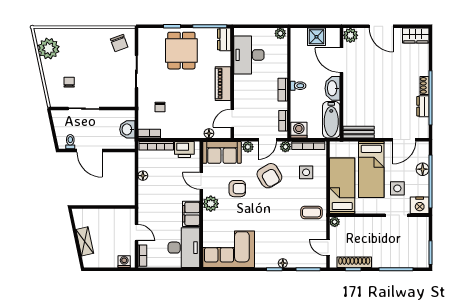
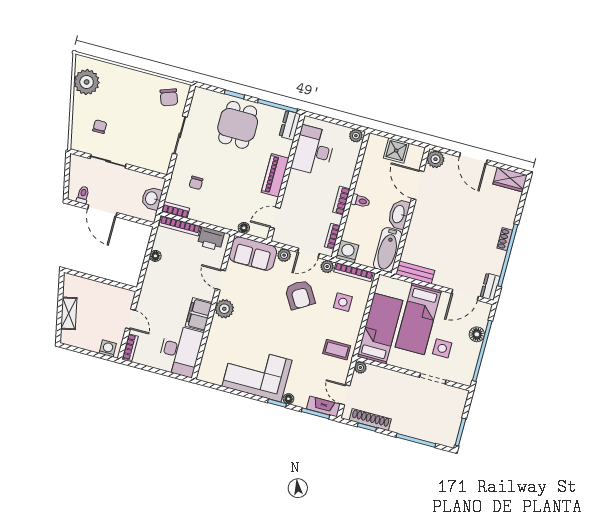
dresser: (423, 106) -> (490, 287), moved
armchair: (237, 189) -> (259, 300), removed
nightstand: (420, 205) -> (463, 375), removed
corner sofa: (229, 249) -> (257, 373), moved
fireplace: (313, 262) -> (323, 407), added

